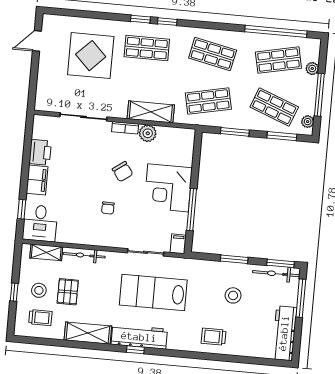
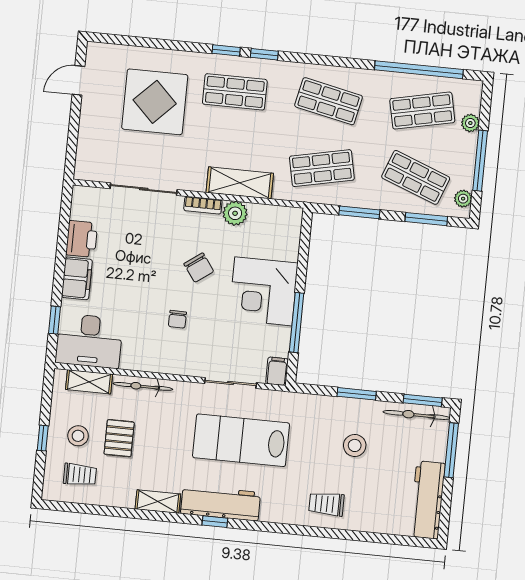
desk: (40, 223) -> (89, 341), width x1.37
shelving: (88, 333) -> (158, 502), width x0.67, depth x0.75

